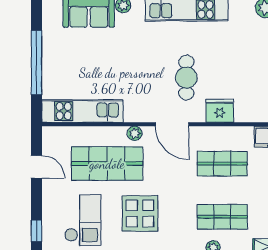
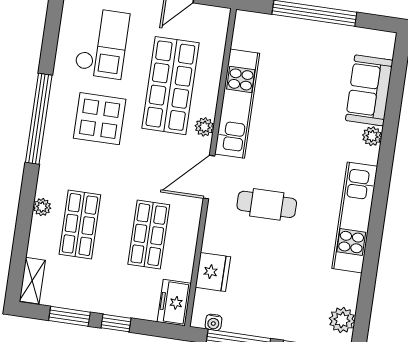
kitchen unit: (82, 111) -> (237, 104), moved
fridge: (220, 111) -> (213, 272), moved
checkout: (83, 220) -> (102, 43), turned -90

